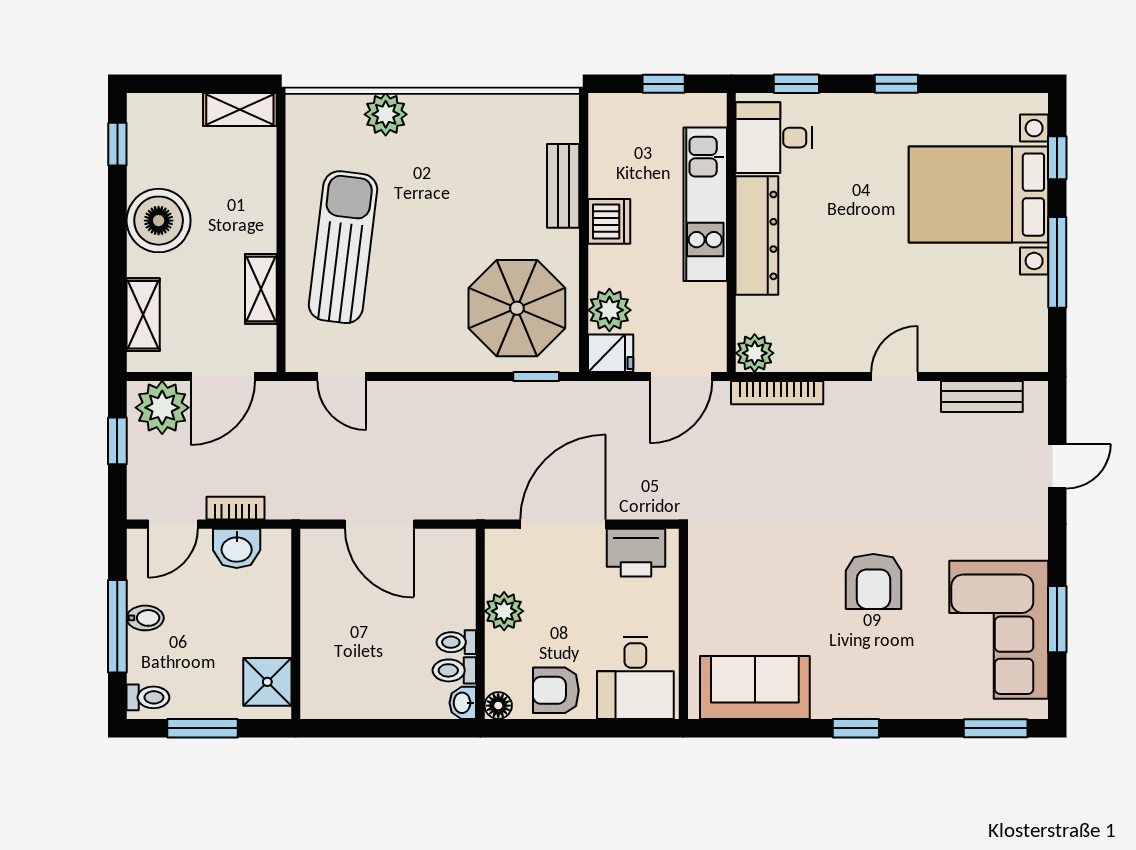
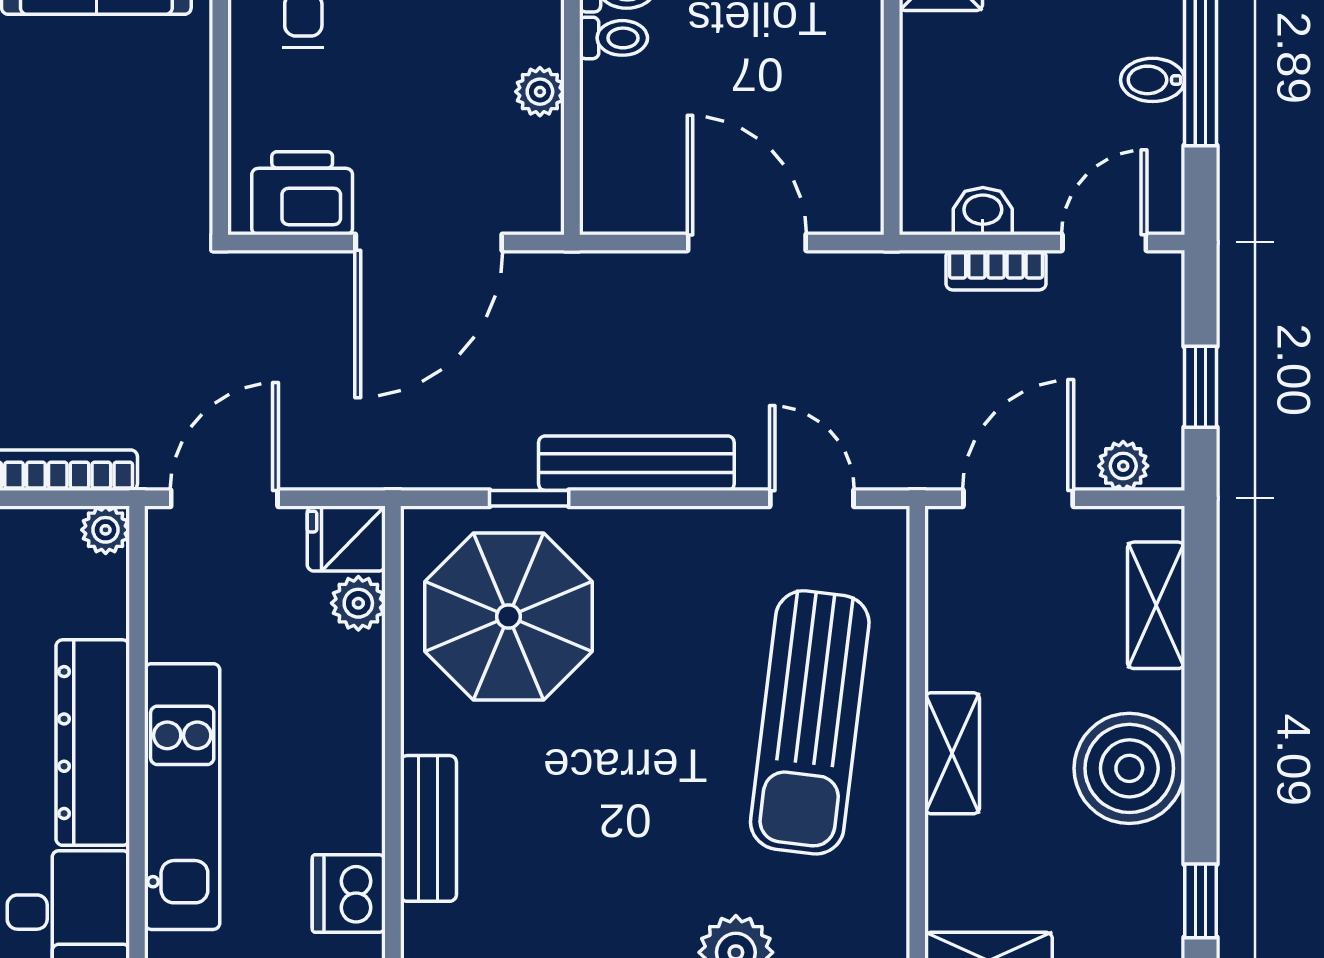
dishwasher: (609, 221) -> (349, 894), moved
shelving: (261, 289) -> (952, 753), moved
plant: (609, 310) -> (358, 603), width x0.73, depth x0.73
plant: (755, 353) -> (106, 530), width x0.73, depth x0.73
window: (536, 376) -> (529, 498), moved
bench: (443, 397) -> (636, 463), added
plant: (162, 408) -> (1123, 466), width x0.53, depth x0.53
washbasin: (237, 548) -> (983, 211), width x0.72, depth x0.69
plant: (504, 611) -> (540, 92), width x0.73, depth x0.73

